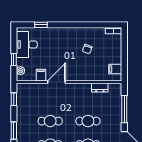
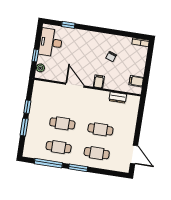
filing cabinet: (41, 75) -> (99, 82), moved
door: (56, 82) -> (75, 85), hinge flipped
window: (14, 99) -> (27, 107), moved
window: (124, 109) -> (139, 123), removed

